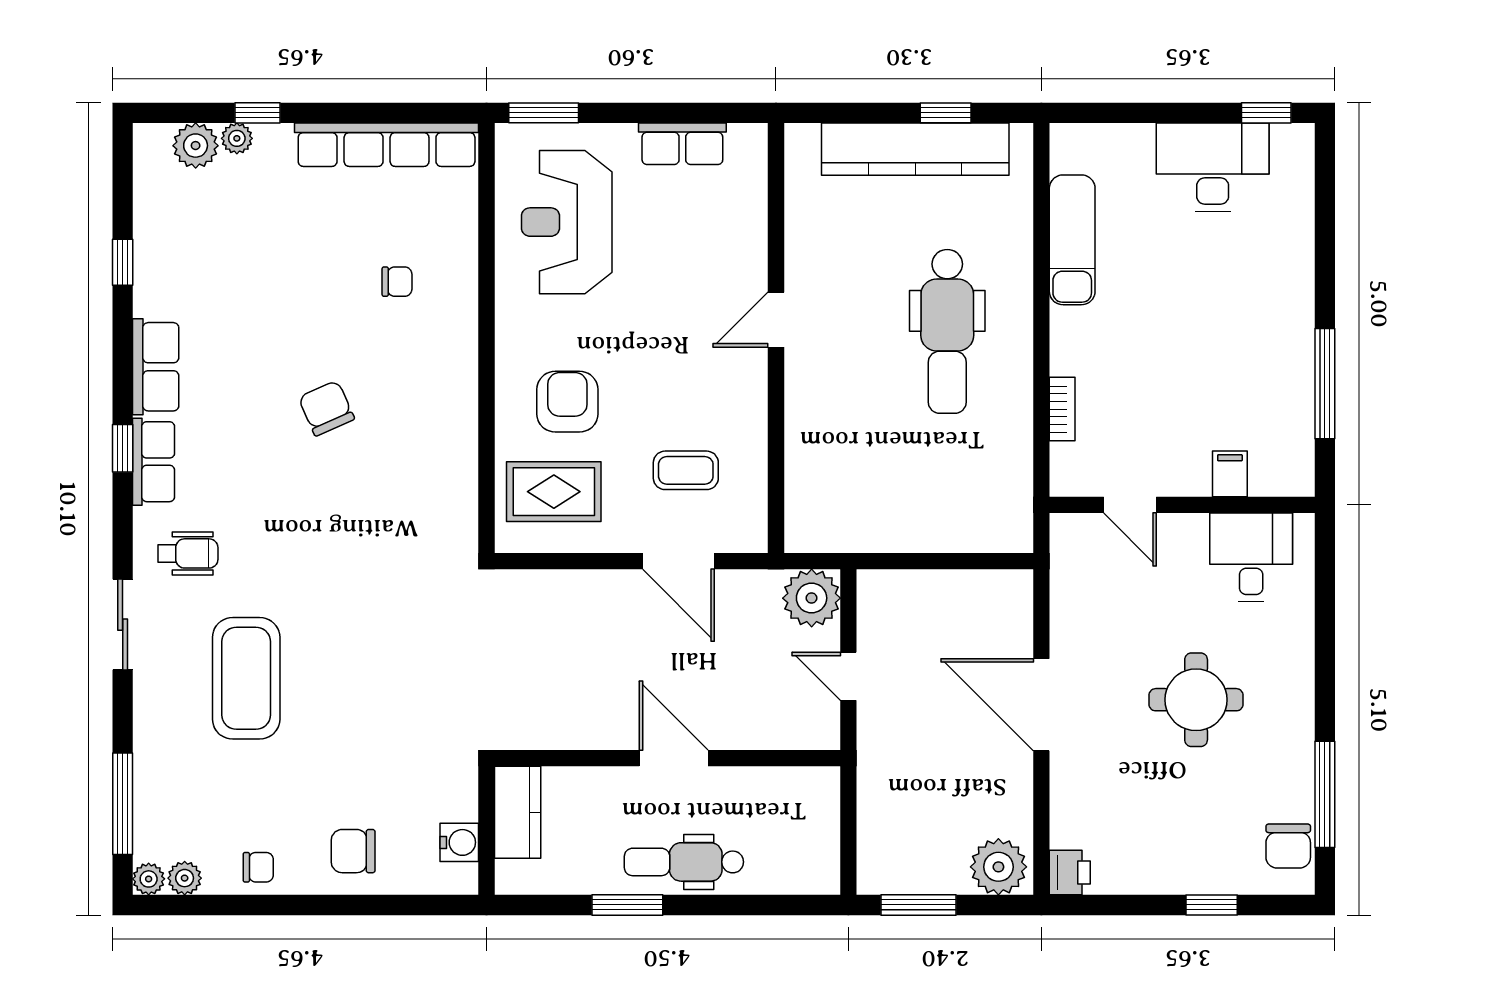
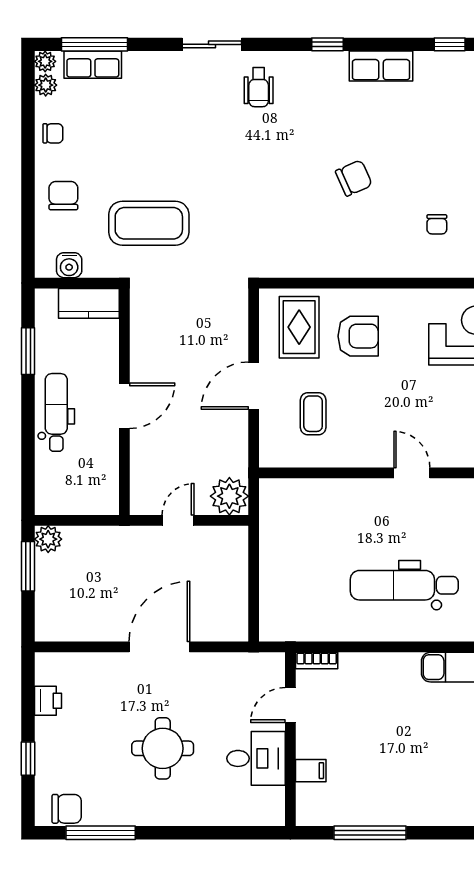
bookcase: (1062, 409) -> (317, 661), moved
row of seats: (154, 462) -> (93, 65), moved
desk: (1251, 557) -> (256, 758), moved
door: (679, 561) -> (254, 386), moved
coffee table: (246, 678) -> (149, 223), moved
chair: (1288, 846) -> (67, 809), turned 180
chair: (258, 867) -> (53, 133), turned -90
plant: (998, 867) -> (48, 539), moved, width x0.73, depth x0.73
printer: (1070, 873) -> (48, 701), moved, turned -90
window: (627, 905) -> (28, 351), moved

